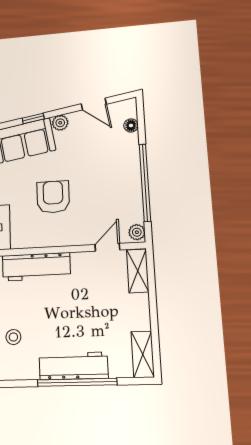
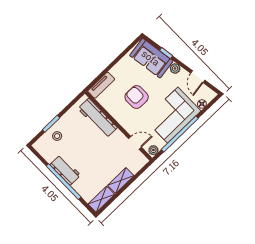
corner sofa: (114, 172) -> (173, 115), added
armchair: (53, 197) -> (137, 97), turned -90
shelving: (138, 271) -> (121, 181), moved
workbench: (73, 366) -> (65, 170), width x0.73

